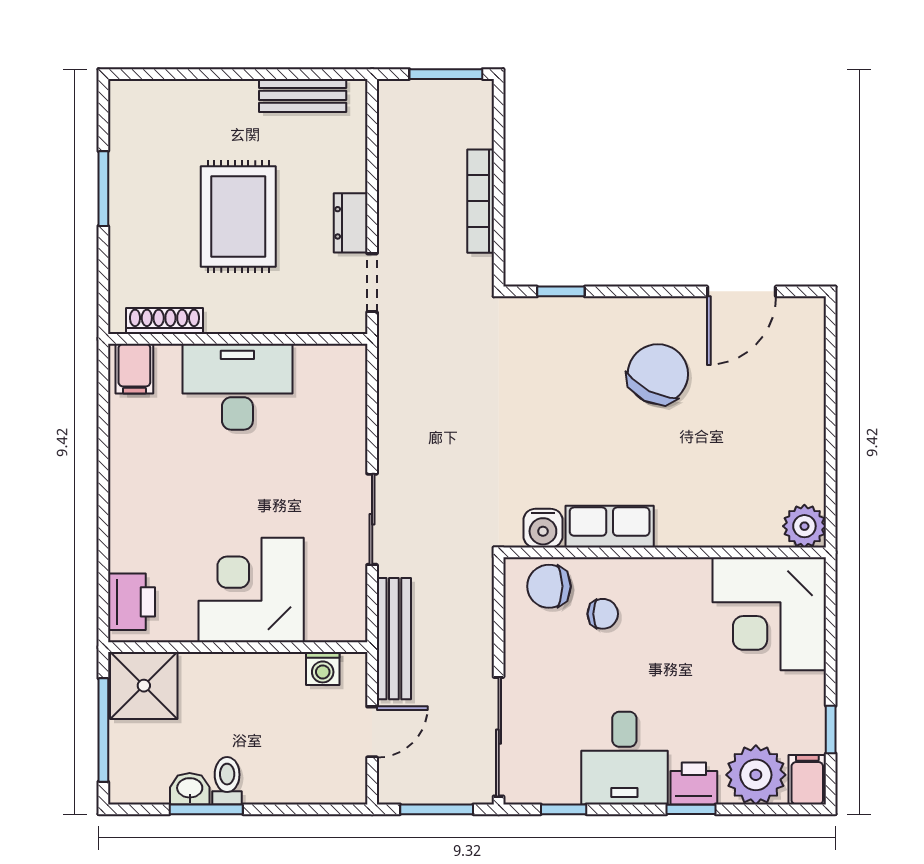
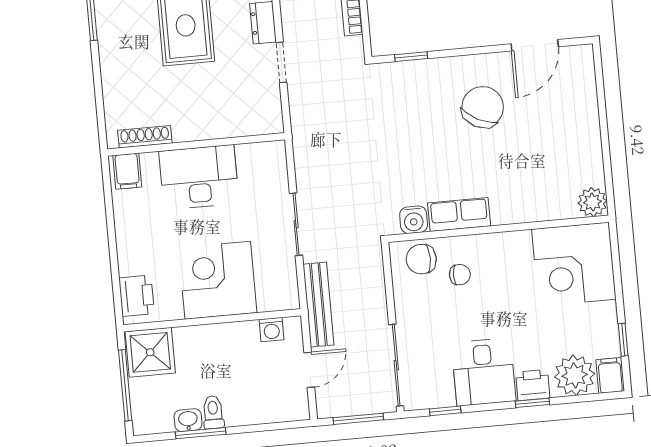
shoe rack: (165, 321) -> (145, 137), moved
wall: (238, 339) -> (196, 144), moved
filing cabinet: (134, 369) -> (127, 171), moved
desk: (237, 387) -> (199, 177), moved

